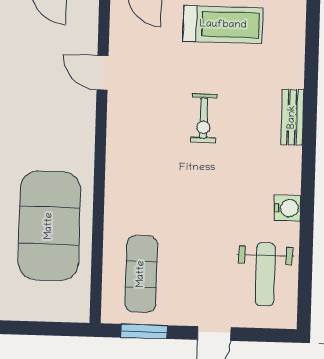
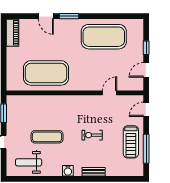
water cooler: (287, 208) -> (68, 171), moved
exercise mat: (141, 274) -> (47, 137), moved

